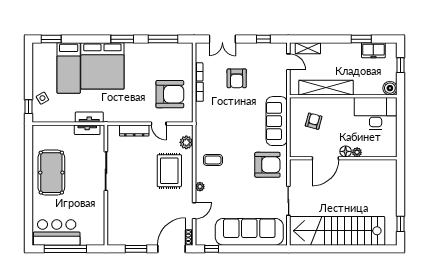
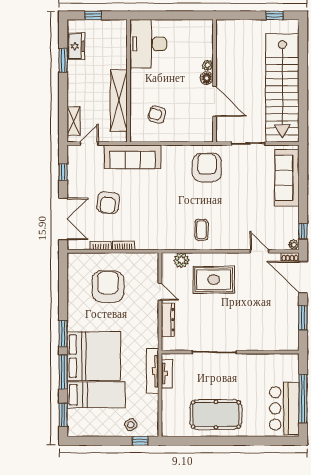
window: (163, 39) -> (63, 372), moved
double door: (222, 39) -> (63, 219), width x1.37
armchair: (237, 78) -> (108, 203), turned 97
boiler: (390, 88) -> (119, 27), removed
armchair: (170, 94) -> (108, 287), moved
tv unit: (89, 117) -> (153, 371), width x1.41
sofa: (277, 121) -> (133, 157), moved
door: (159, 124) -> (160, 292), hinge flipped
floor lamp: (346, 151) -> (207, 78), moved
plant: (357, 152) -> (208, 65), moved
door: (325, 158) -> (214, 101), moved
wall: (343, 158) -> (214, 81), moved
plant: (200, 187) -> (294, 245), moved
sofa: (249, 232) -> (287, 178), width x0.74, depth x0.79

